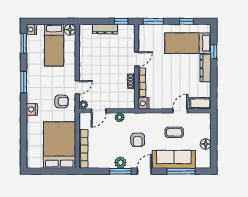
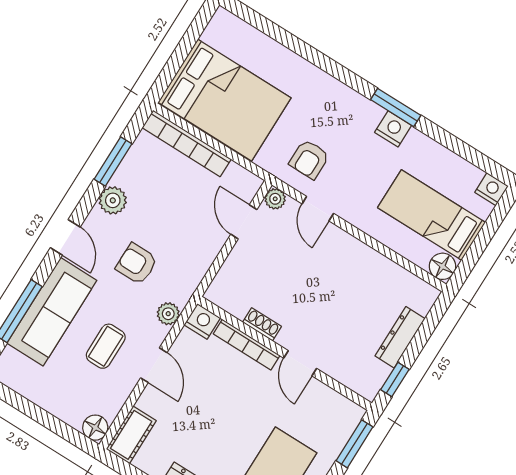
window: (24, 43) -> (474, 156), removed
nightstand: (32, 109) -> (393, 129), moved
door: (180, 111) -> (154, 365), moved
plant: (120, 117) -> (168, 314), moved
floor lamp: (206, 144) -> (95, 428), moved
window: (120, 171) -> (113, 161), moved

